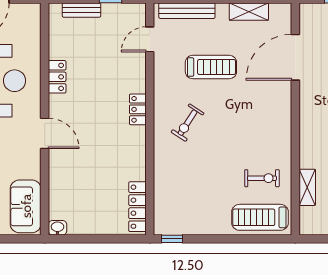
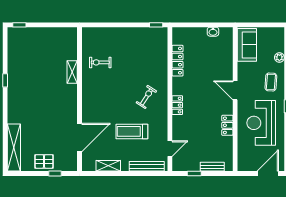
shelving: (307, 187) -> (72, 72), moved
locker: (137, 207) -> (178, 61), moved
treadmill: (260, 217) -> (101, 38), removed
washbasin: (57, 228) -> (213, 32), moved

